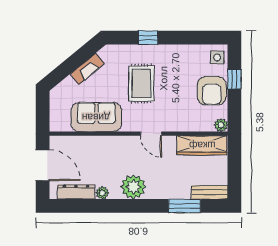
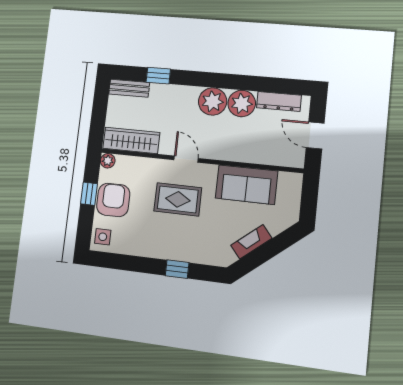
window: (234, 79) -> (89, 194), moved
rug: (141, 84) -> (178, 199), moved, turned 90
door: (43, 165) -> (315, 135), width x0.73
plant: (102, 193) -> (242, 103), width x1.88, depth x1.88
window: (184, 206) -> (158, 76), width x0.67

